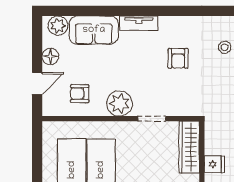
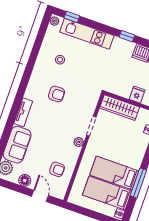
armchair: (80, 94) -> (57, 169), turned -90
plant: (119, 103) -> (79, 142), width x0.53, depth x0.53

